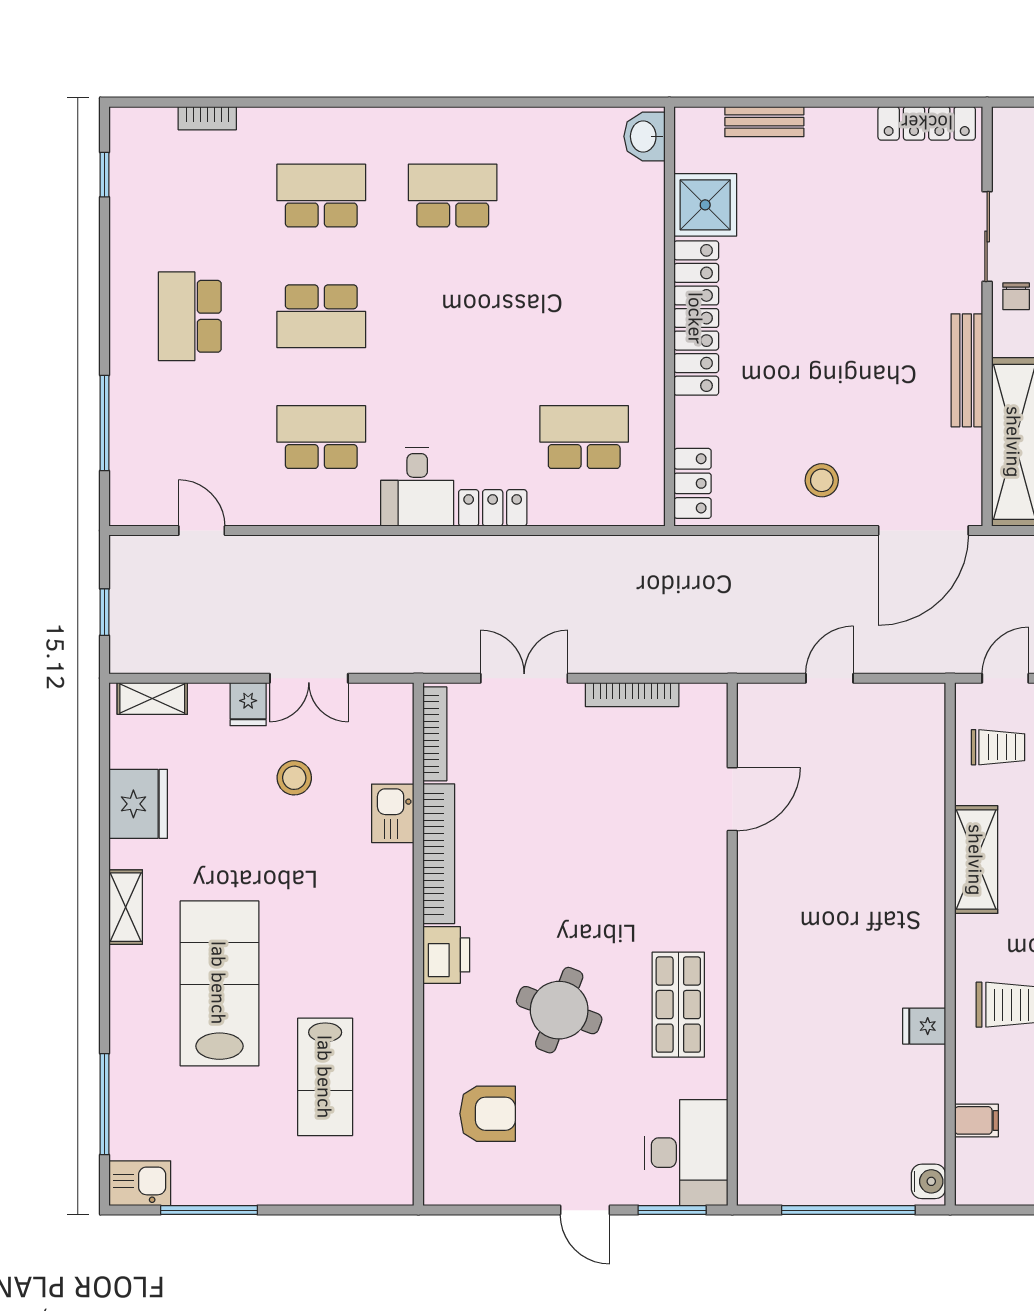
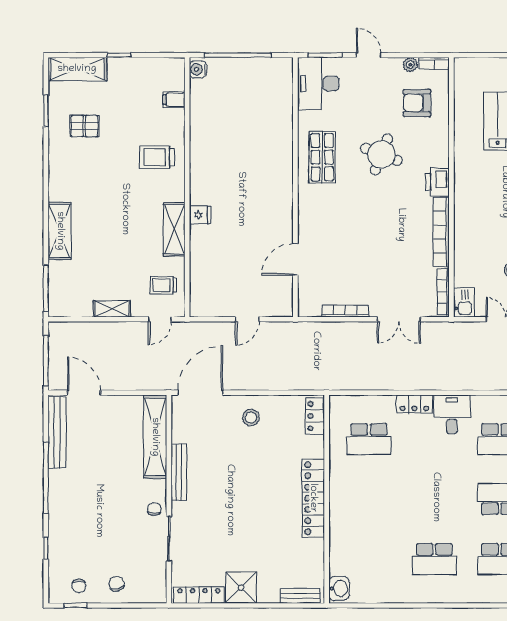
bench: (764, 122) -> (300, 596), moved
shower: (705, 205) -> (241, 588), moved
kitchen sink: (393, 813) -> (464, 303), moved
fridge: (924, 1026) -> (200, 215), moved
plant: (501, 1191) -> (410, 65), added
bookcase: (453, 1193) -> (434, 63), added

